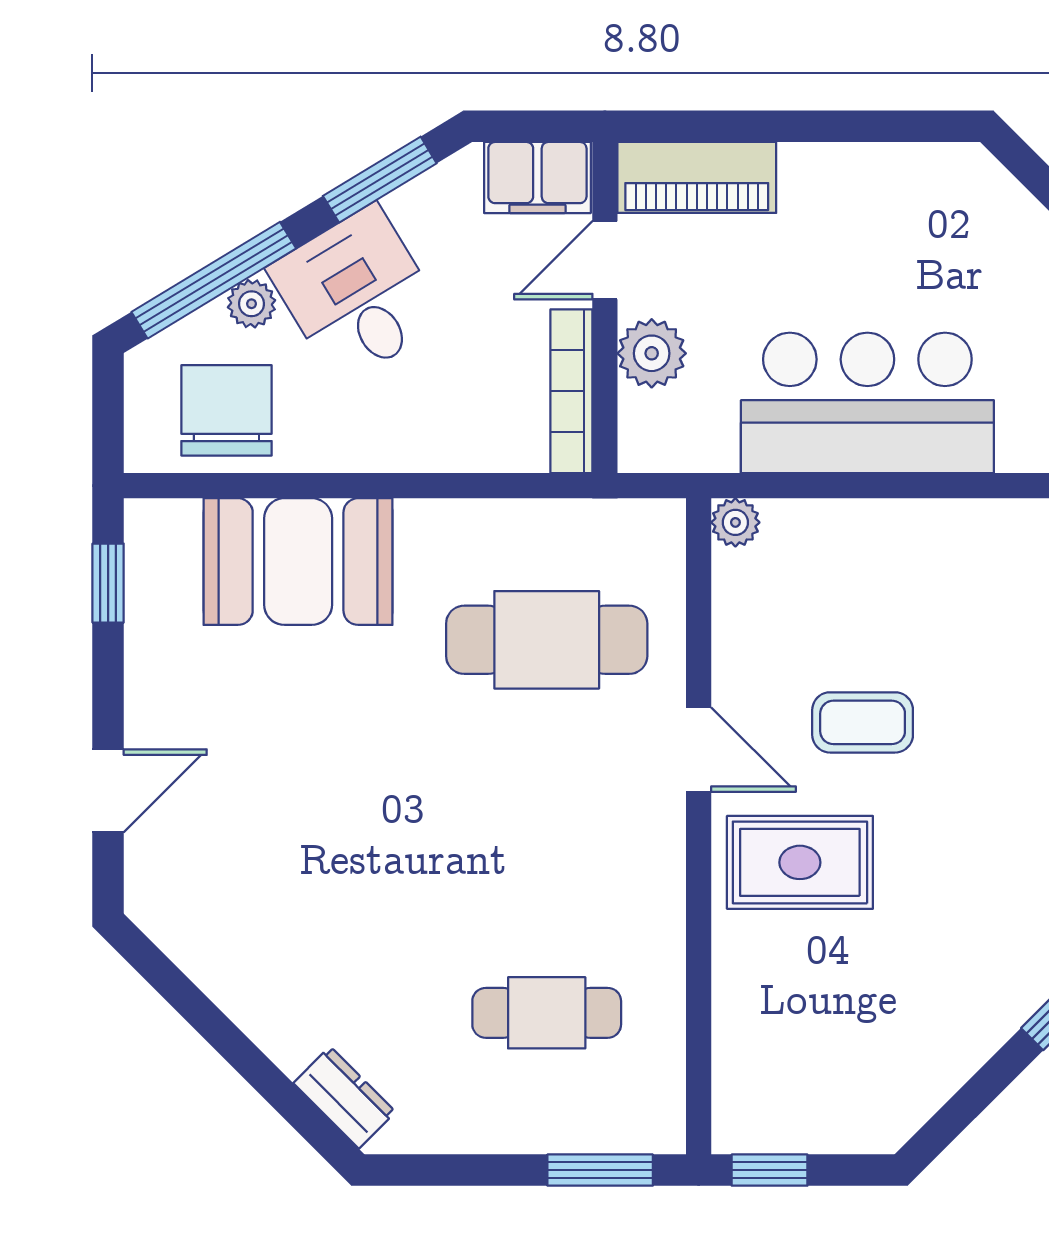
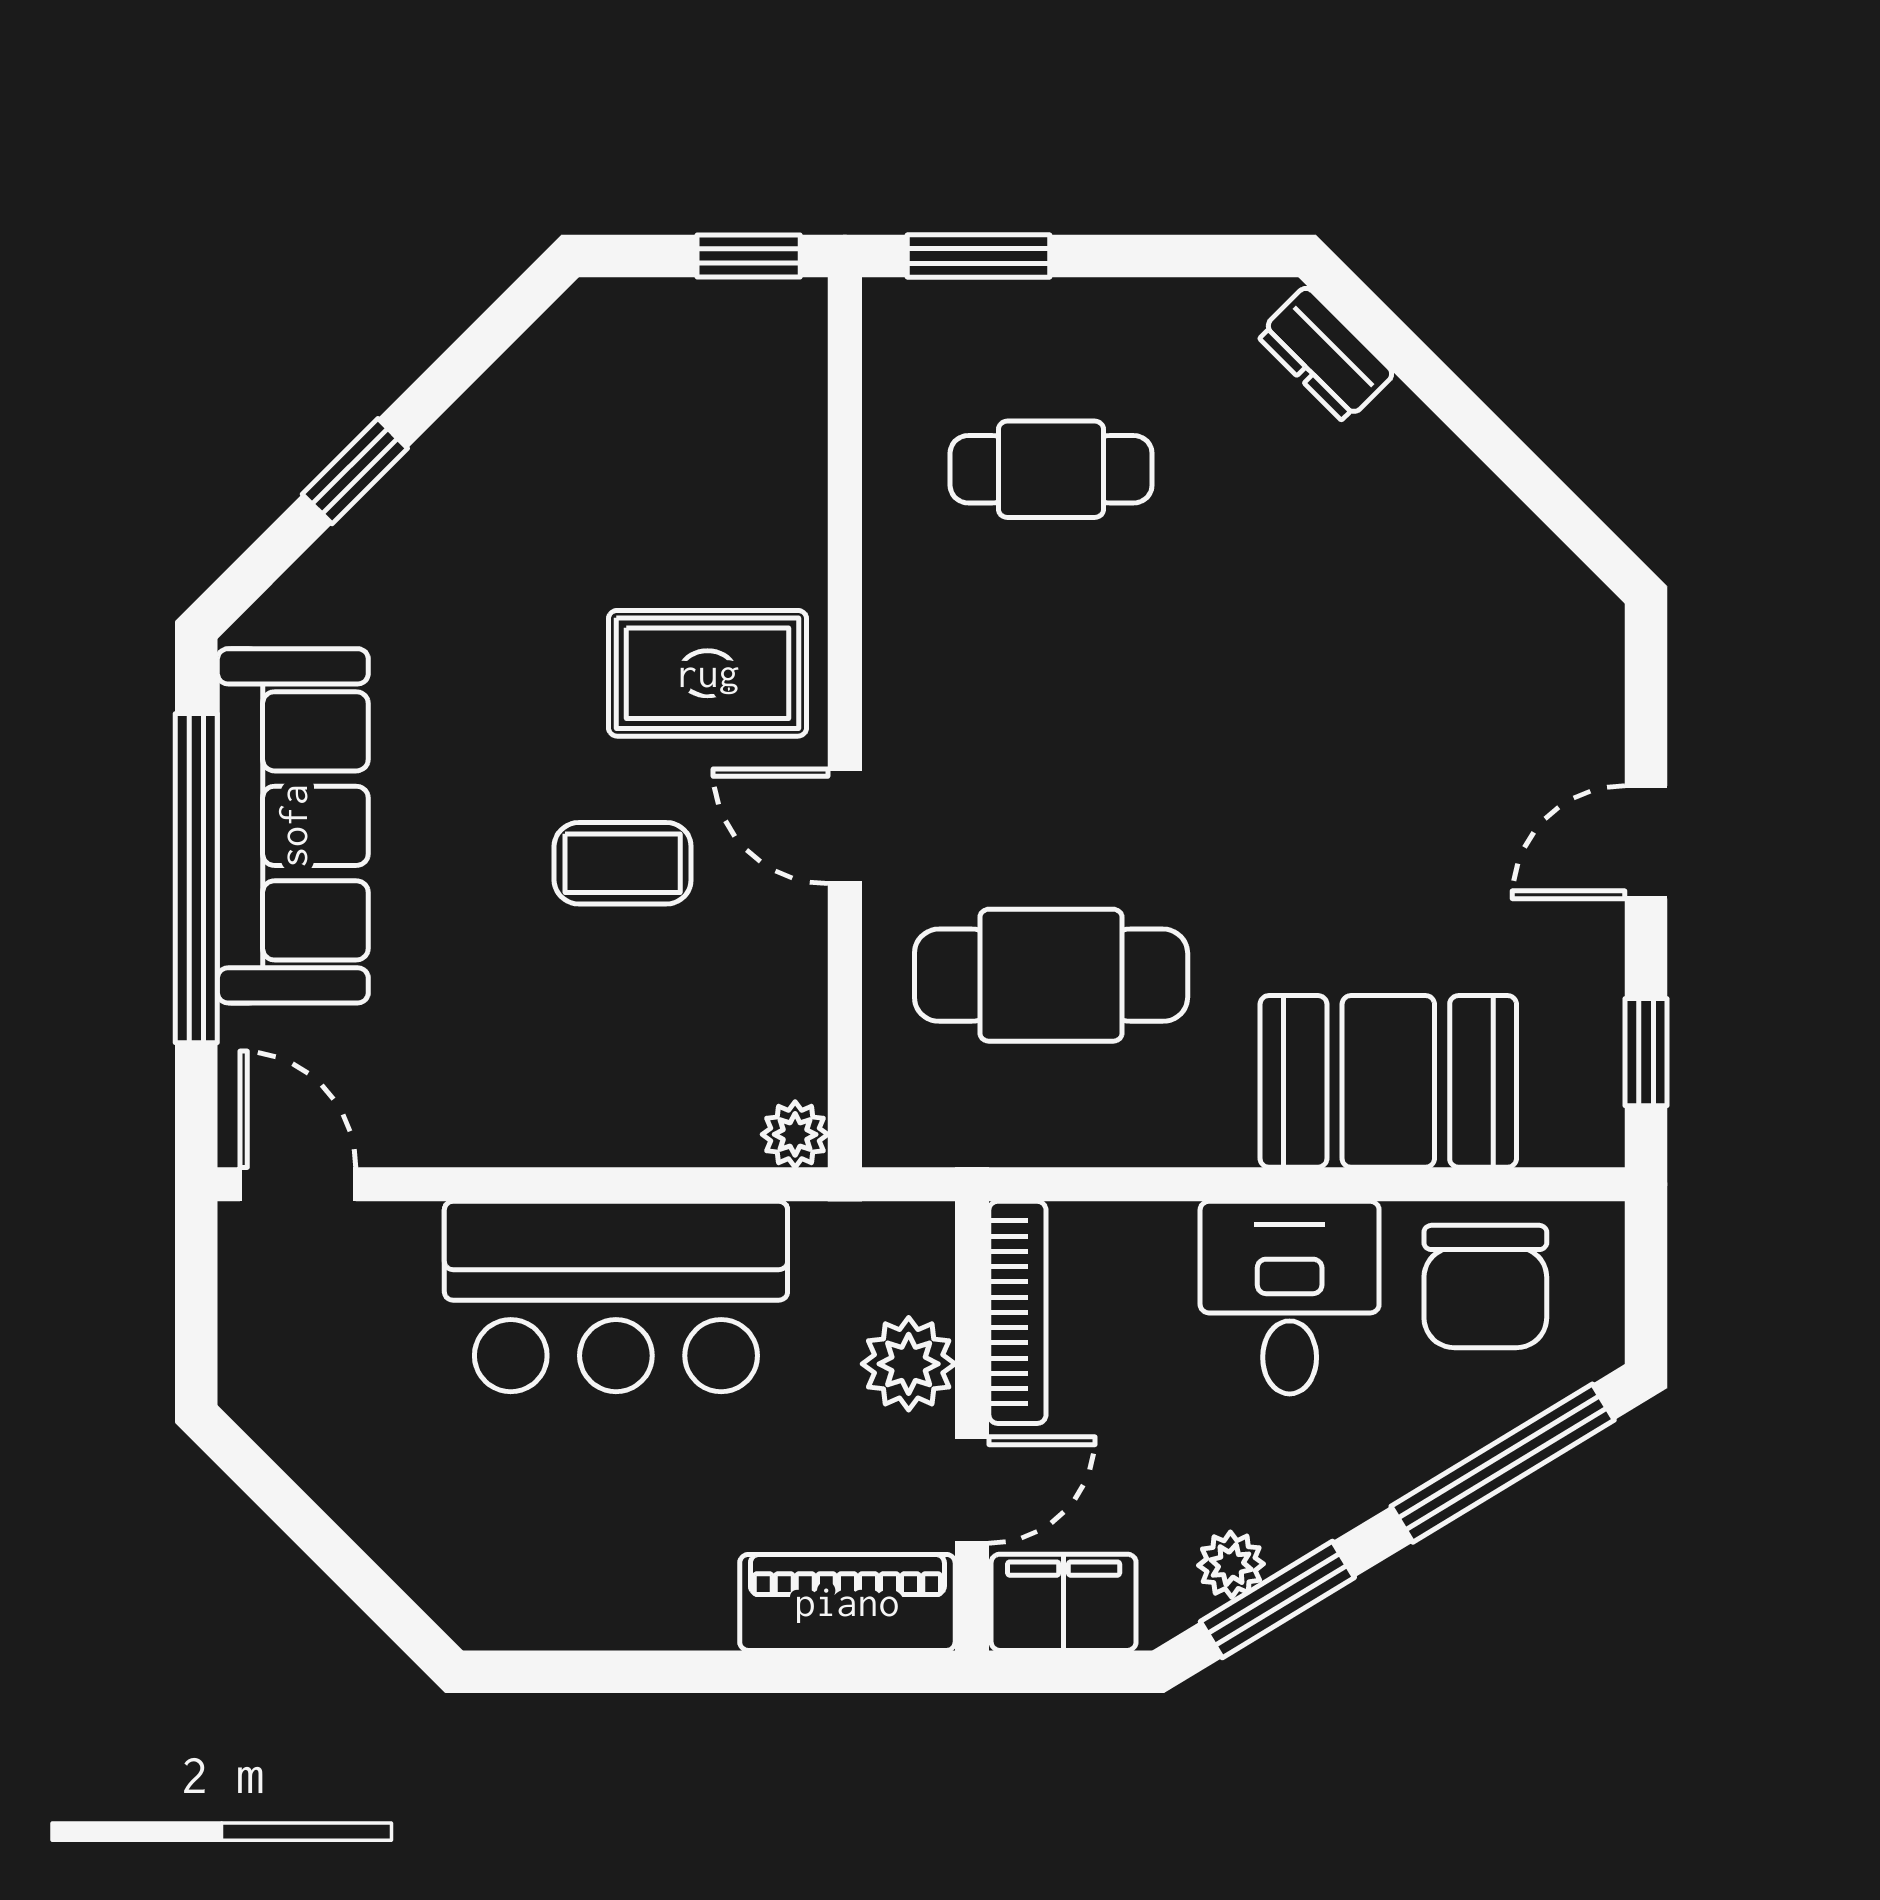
desk: (357, 295) -> (1290, 1298), moved, turned -149
plant: (252, 304) -> (1231, 1565), moved
door: (108, 791) -> (1646, 842), moved

